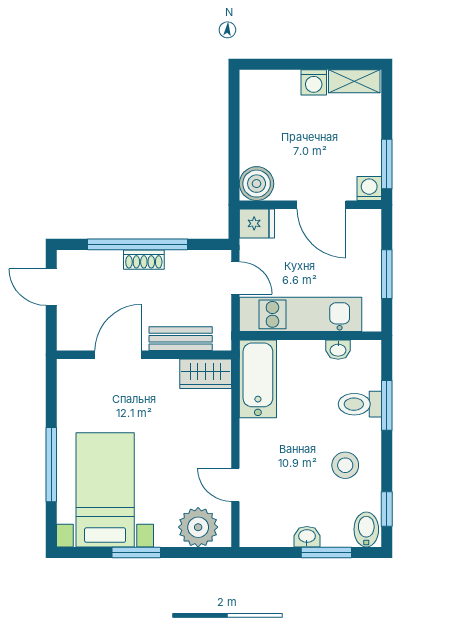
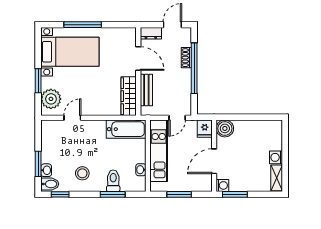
shoe rack: (144, 260) -> (186, 58), moved
dresser: (68, 330) -> (151, 33), added
wardrobe: (206, 374) -> (129, 96), width x1.50
washbasin: (307, 537) -> (46, 170), moved
window: (136, 553) -> (38, 81), moved

